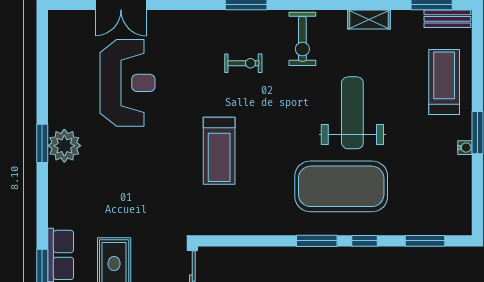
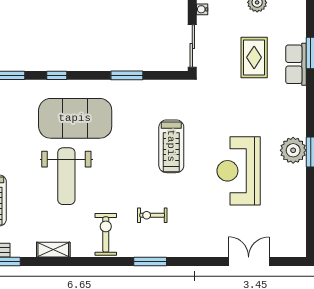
reception desk: (127, 83) -> (239, 171), moved
treadmill: (219, 151) -> (171, 146), turned 180
window: (317, 241) -> (127, 75), moved

